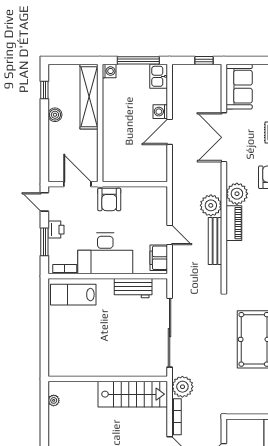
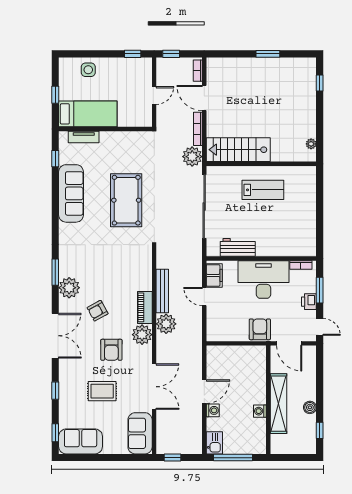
washing machine: (109, 71) -> (260, 411), moved
shelving: (89, 97) -> (278, 404), moved
lab bench: (73, 295) -> (263, 190), moved

